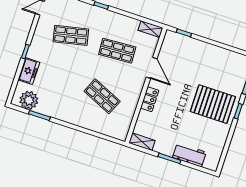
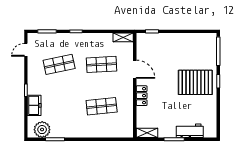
shop shelf: (102, 96) -> (102, 106), turned -30

